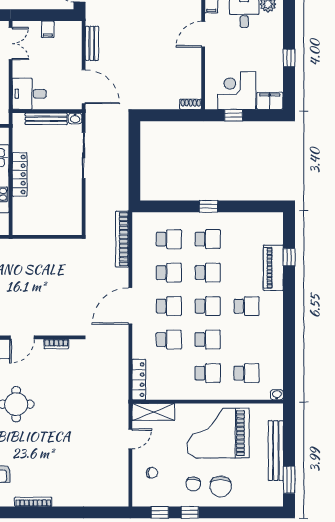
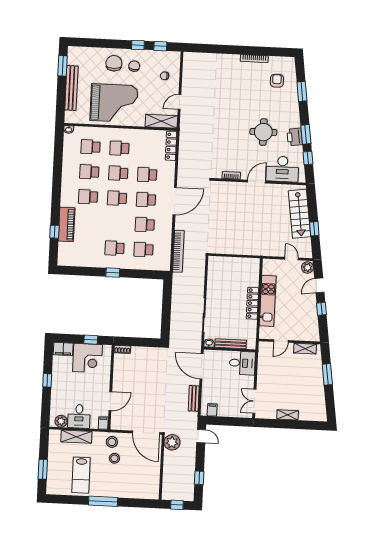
filing cabinet: (48, 29) -> (212, 410), moved
school desk: (208, 273) -> (89, 172), moved

